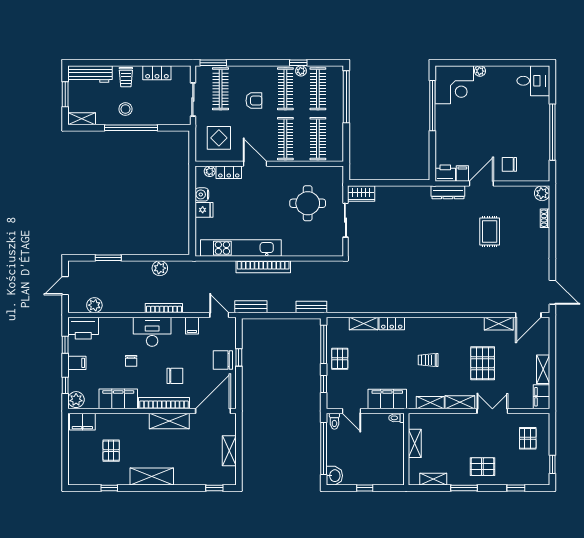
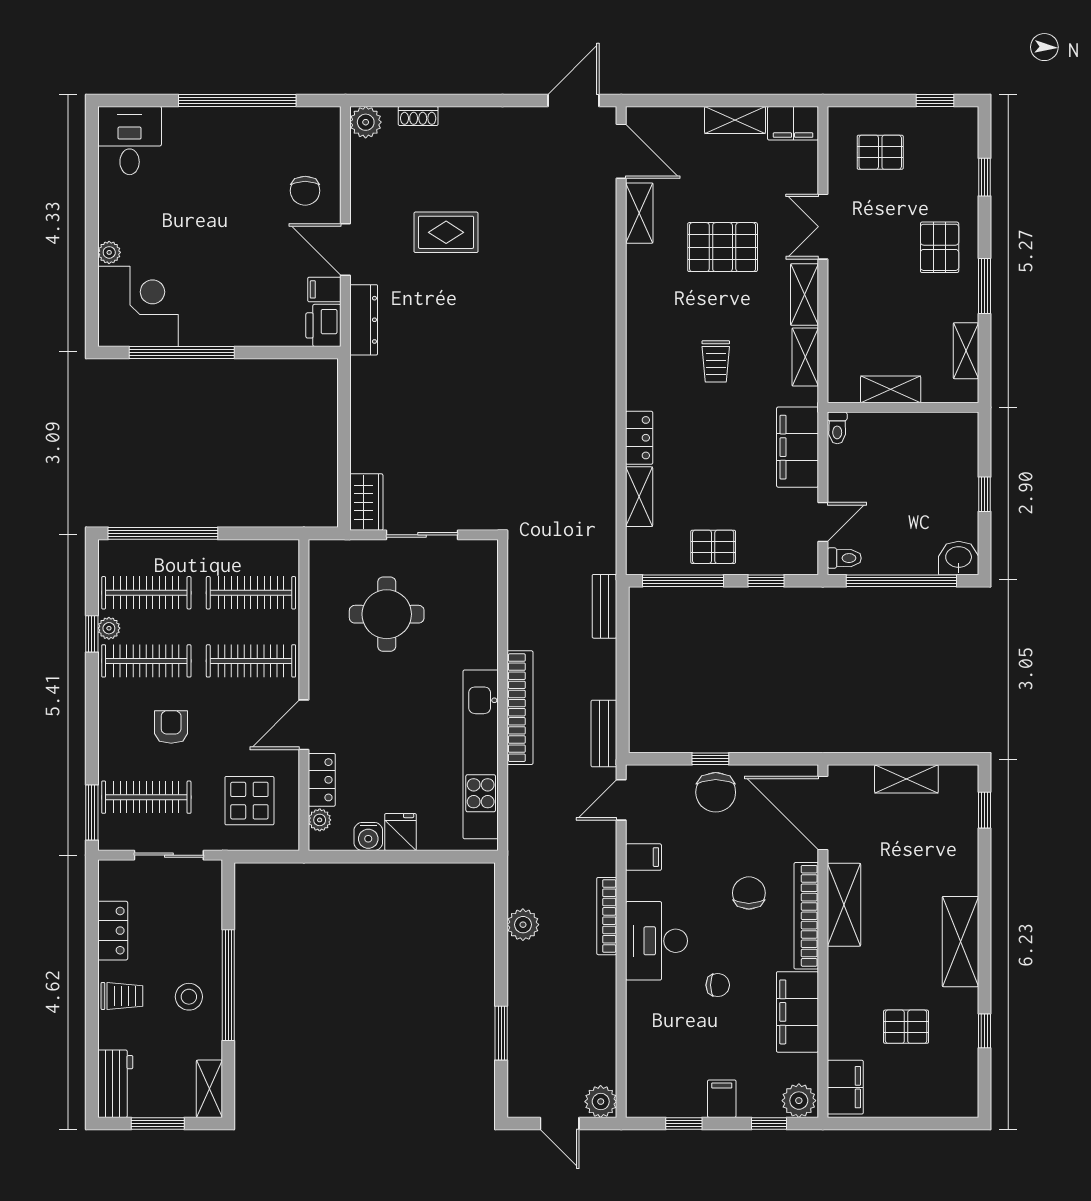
workbench: (90, 74) -> (115, 1084), width x0.73
plant: (94, 305) -> (601, 1102), moved
printer: (83, 328) -> (649, 1085), removed

